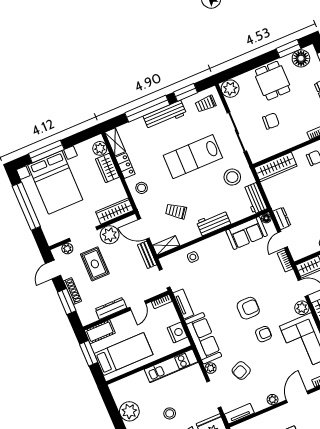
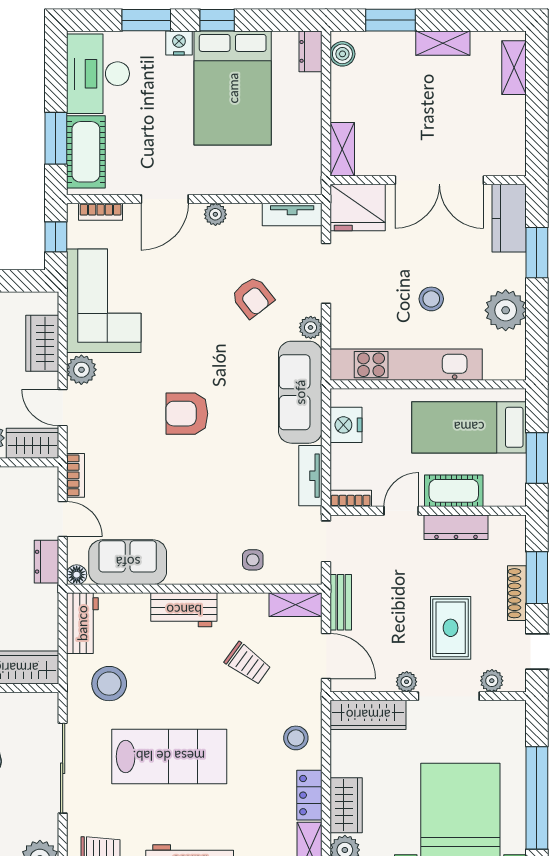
plant: (110, 235) -> (407, 682), width x0.53, depth x0.53
door: (283, 240) -> (63, 519), hinge flipped
cot: (100, 332) -> (454, 491), moved
armchair: (263, 334) -> (179, 350), removed
kitchen unit: (171, 366) -> (406, 365), width x1.36
armchair: (241, 371) -> (253, 297), turned 76
stool: (170, 413) -> (431, 299), moved

